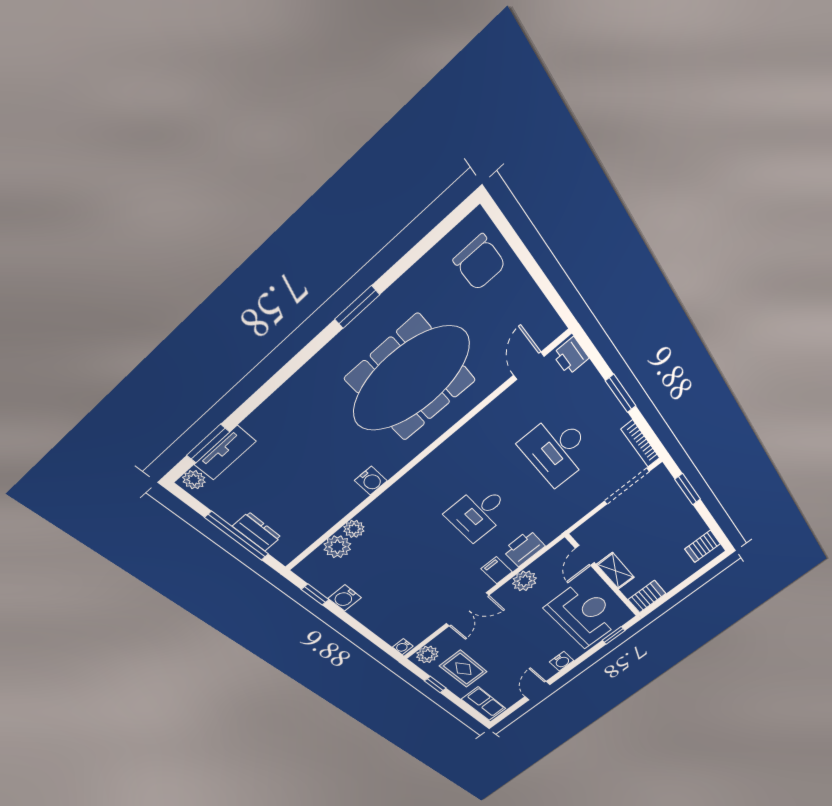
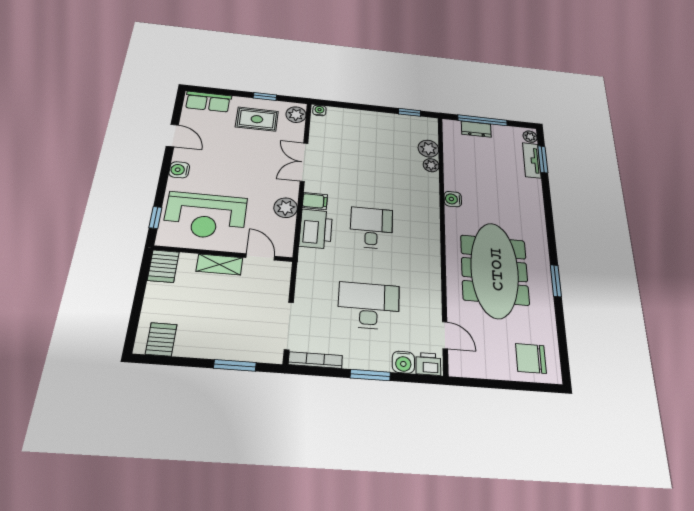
printer: (524, 548) -> (316, 229), width x1.37, depth x1.19
water cooler: (345, 598) -> (403, 362), moved, turned 180

